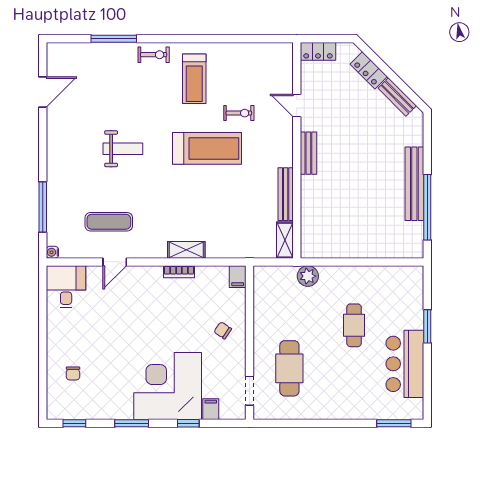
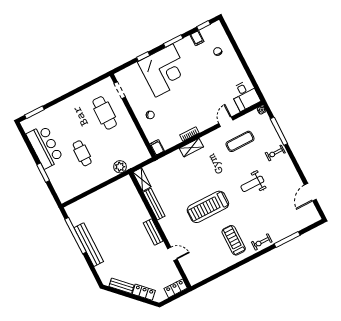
exercise bike: (239, 113) -> (275, 153), moved
filing cabinet: (211, 409) -> (197, 38), moved

